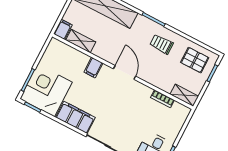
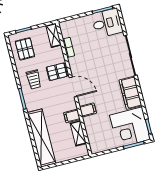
filing cabinet: (63, 29) -> (72, 116), moved
pallet: (150, 70) -> (57, 72), added
door: (125, 72) -> (73, 87), swing flipped

